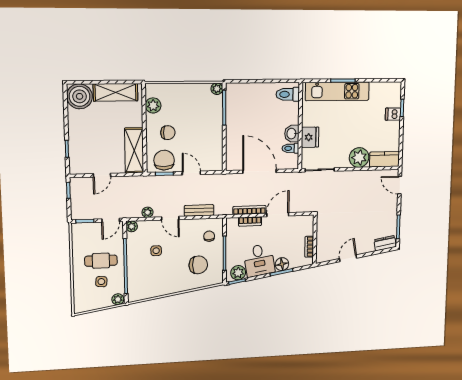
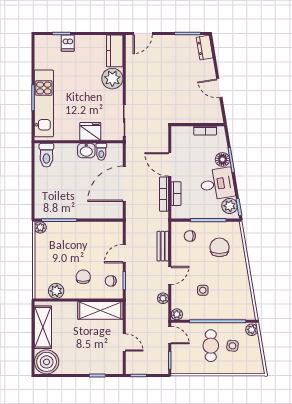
chair: (164, 160) -> (111, 281), width x0.54, depth x0.54

